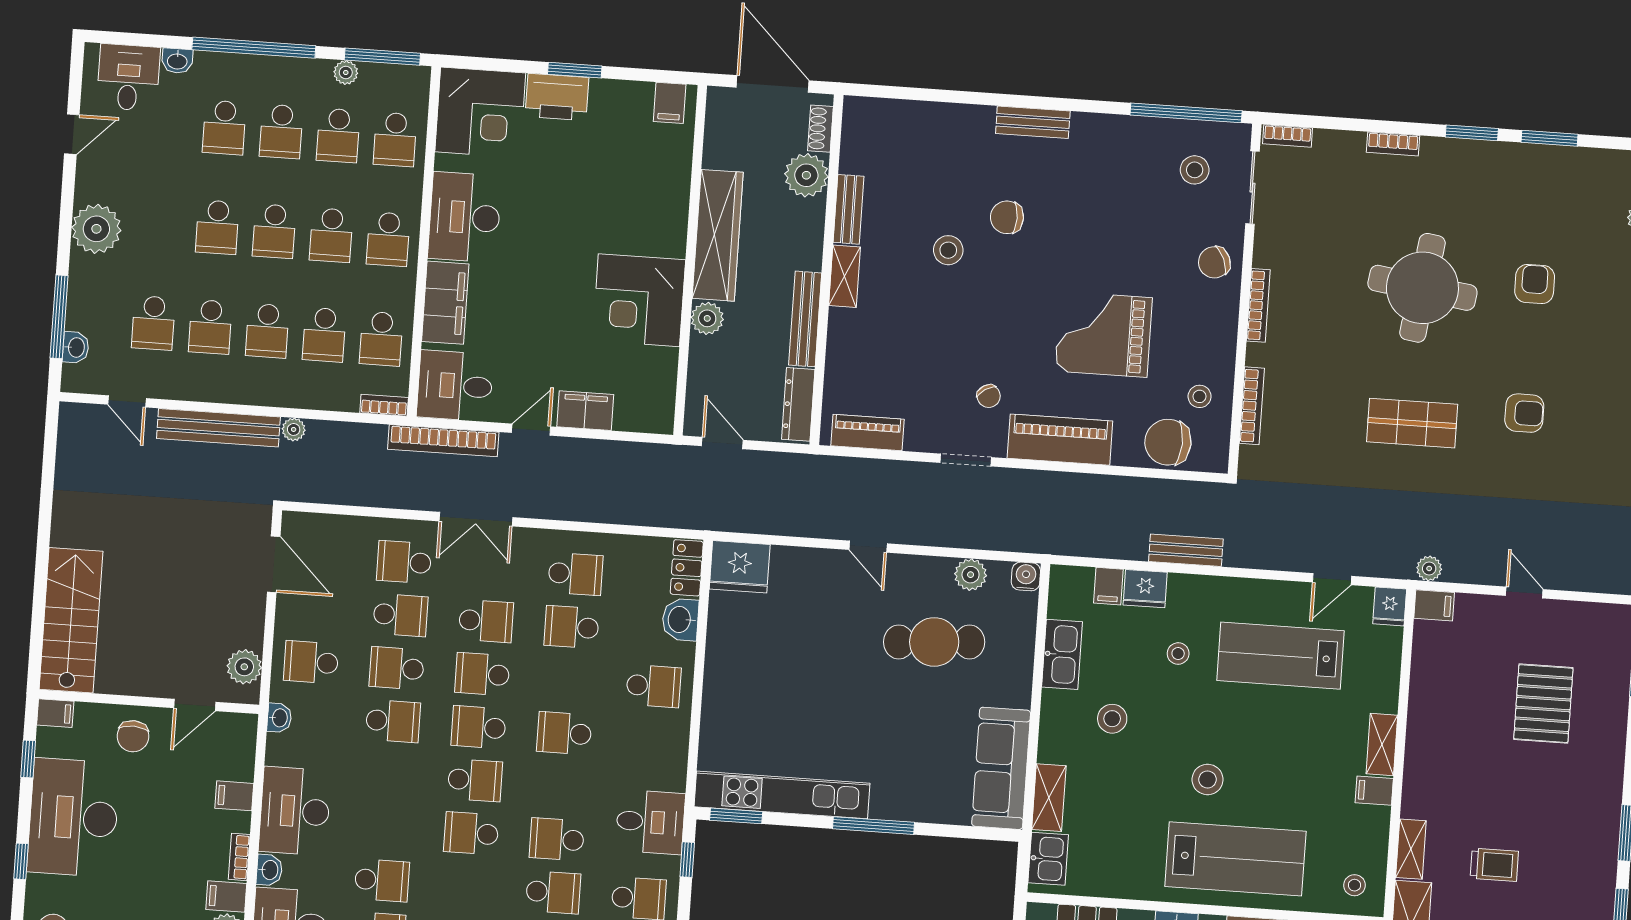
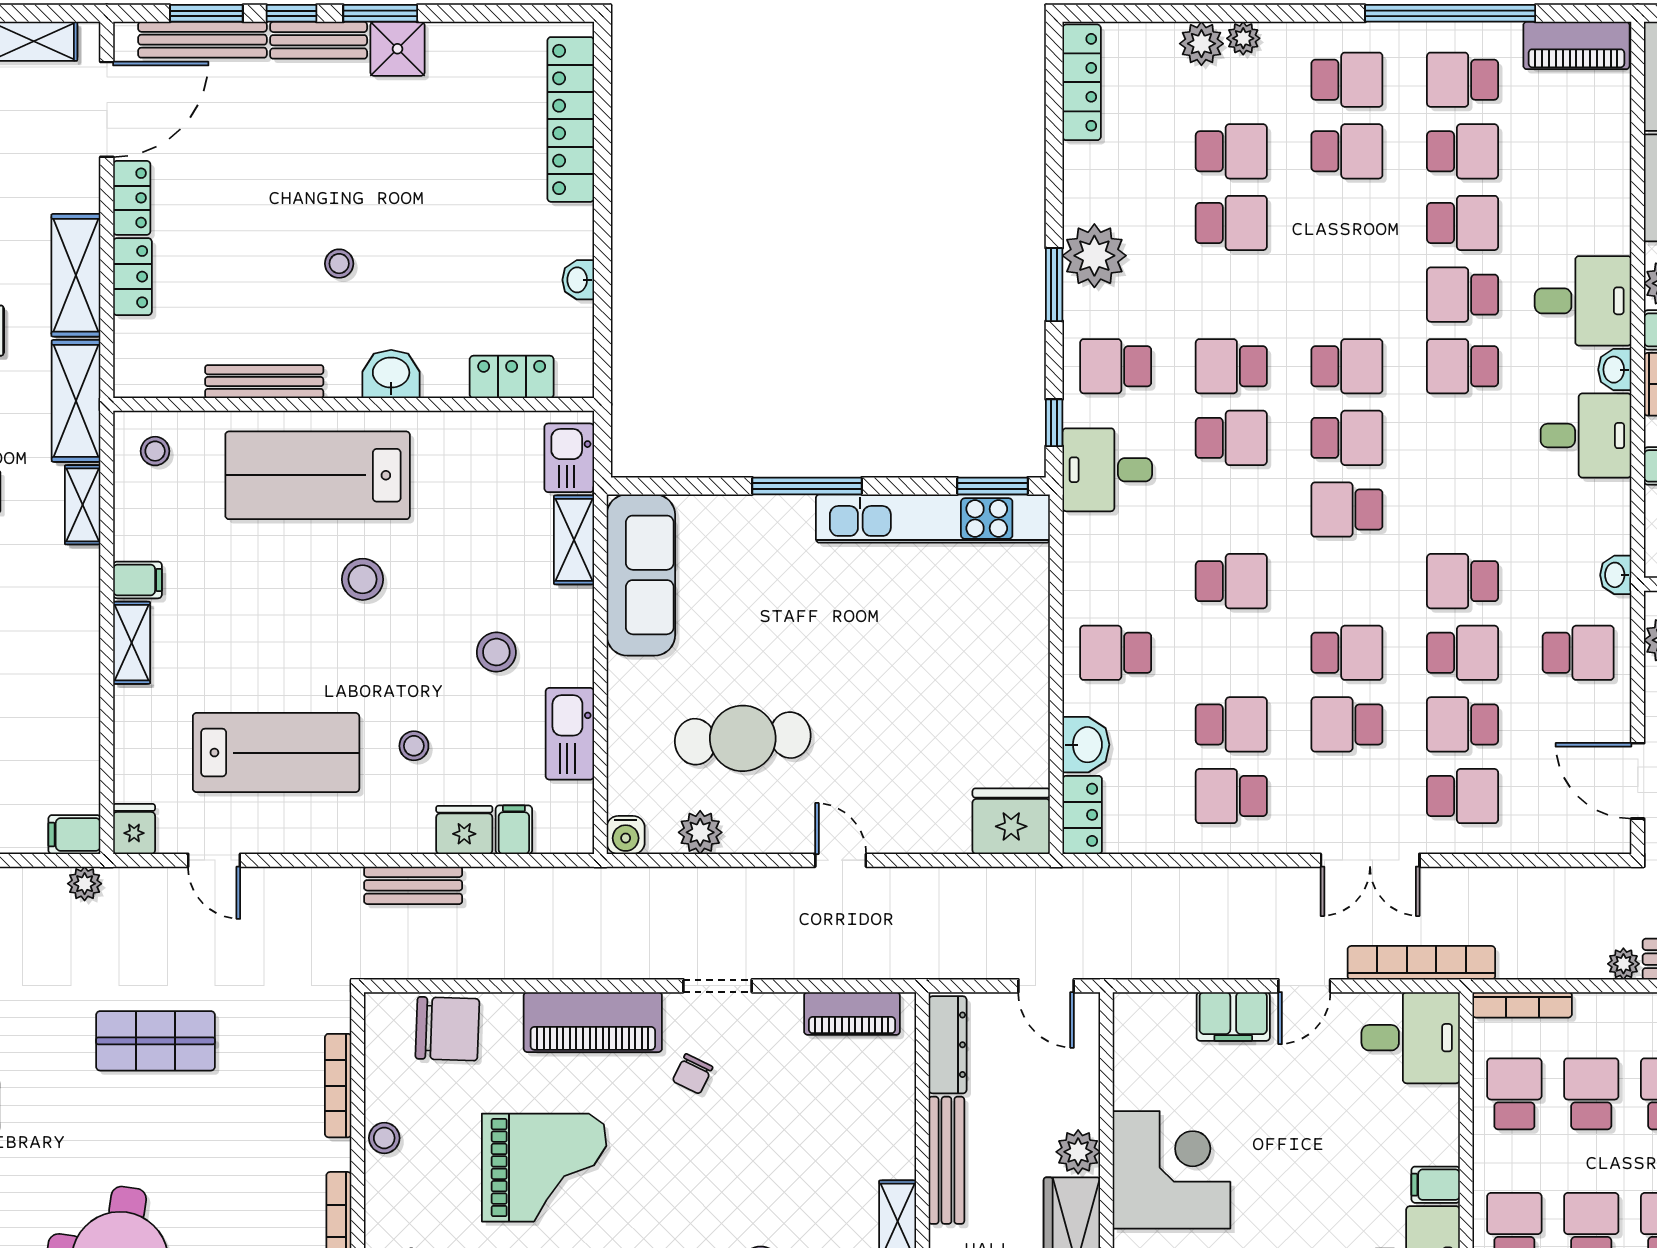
filing cabinet: (445, 303) -> (1436, 1185), width x0.33, depth x0.86
chair: (989, 396) -> (693, 1074), turned -122
stool: (1200, 396) -> (384, 1138), moved
bookcase: (384, 405) -> (1522, 1005), width x1.56
shop shelf: (1412, 423) -> (155, 1041), moved
double door: (476, 519) -> (1370, 860), swing flipped
door: (1332, 579) -> (214, 860), swing flipped
school desk: (479, 727) -> (1347, 366), moved
desk: (295, 811) -> (1586, 436), width x0.73

